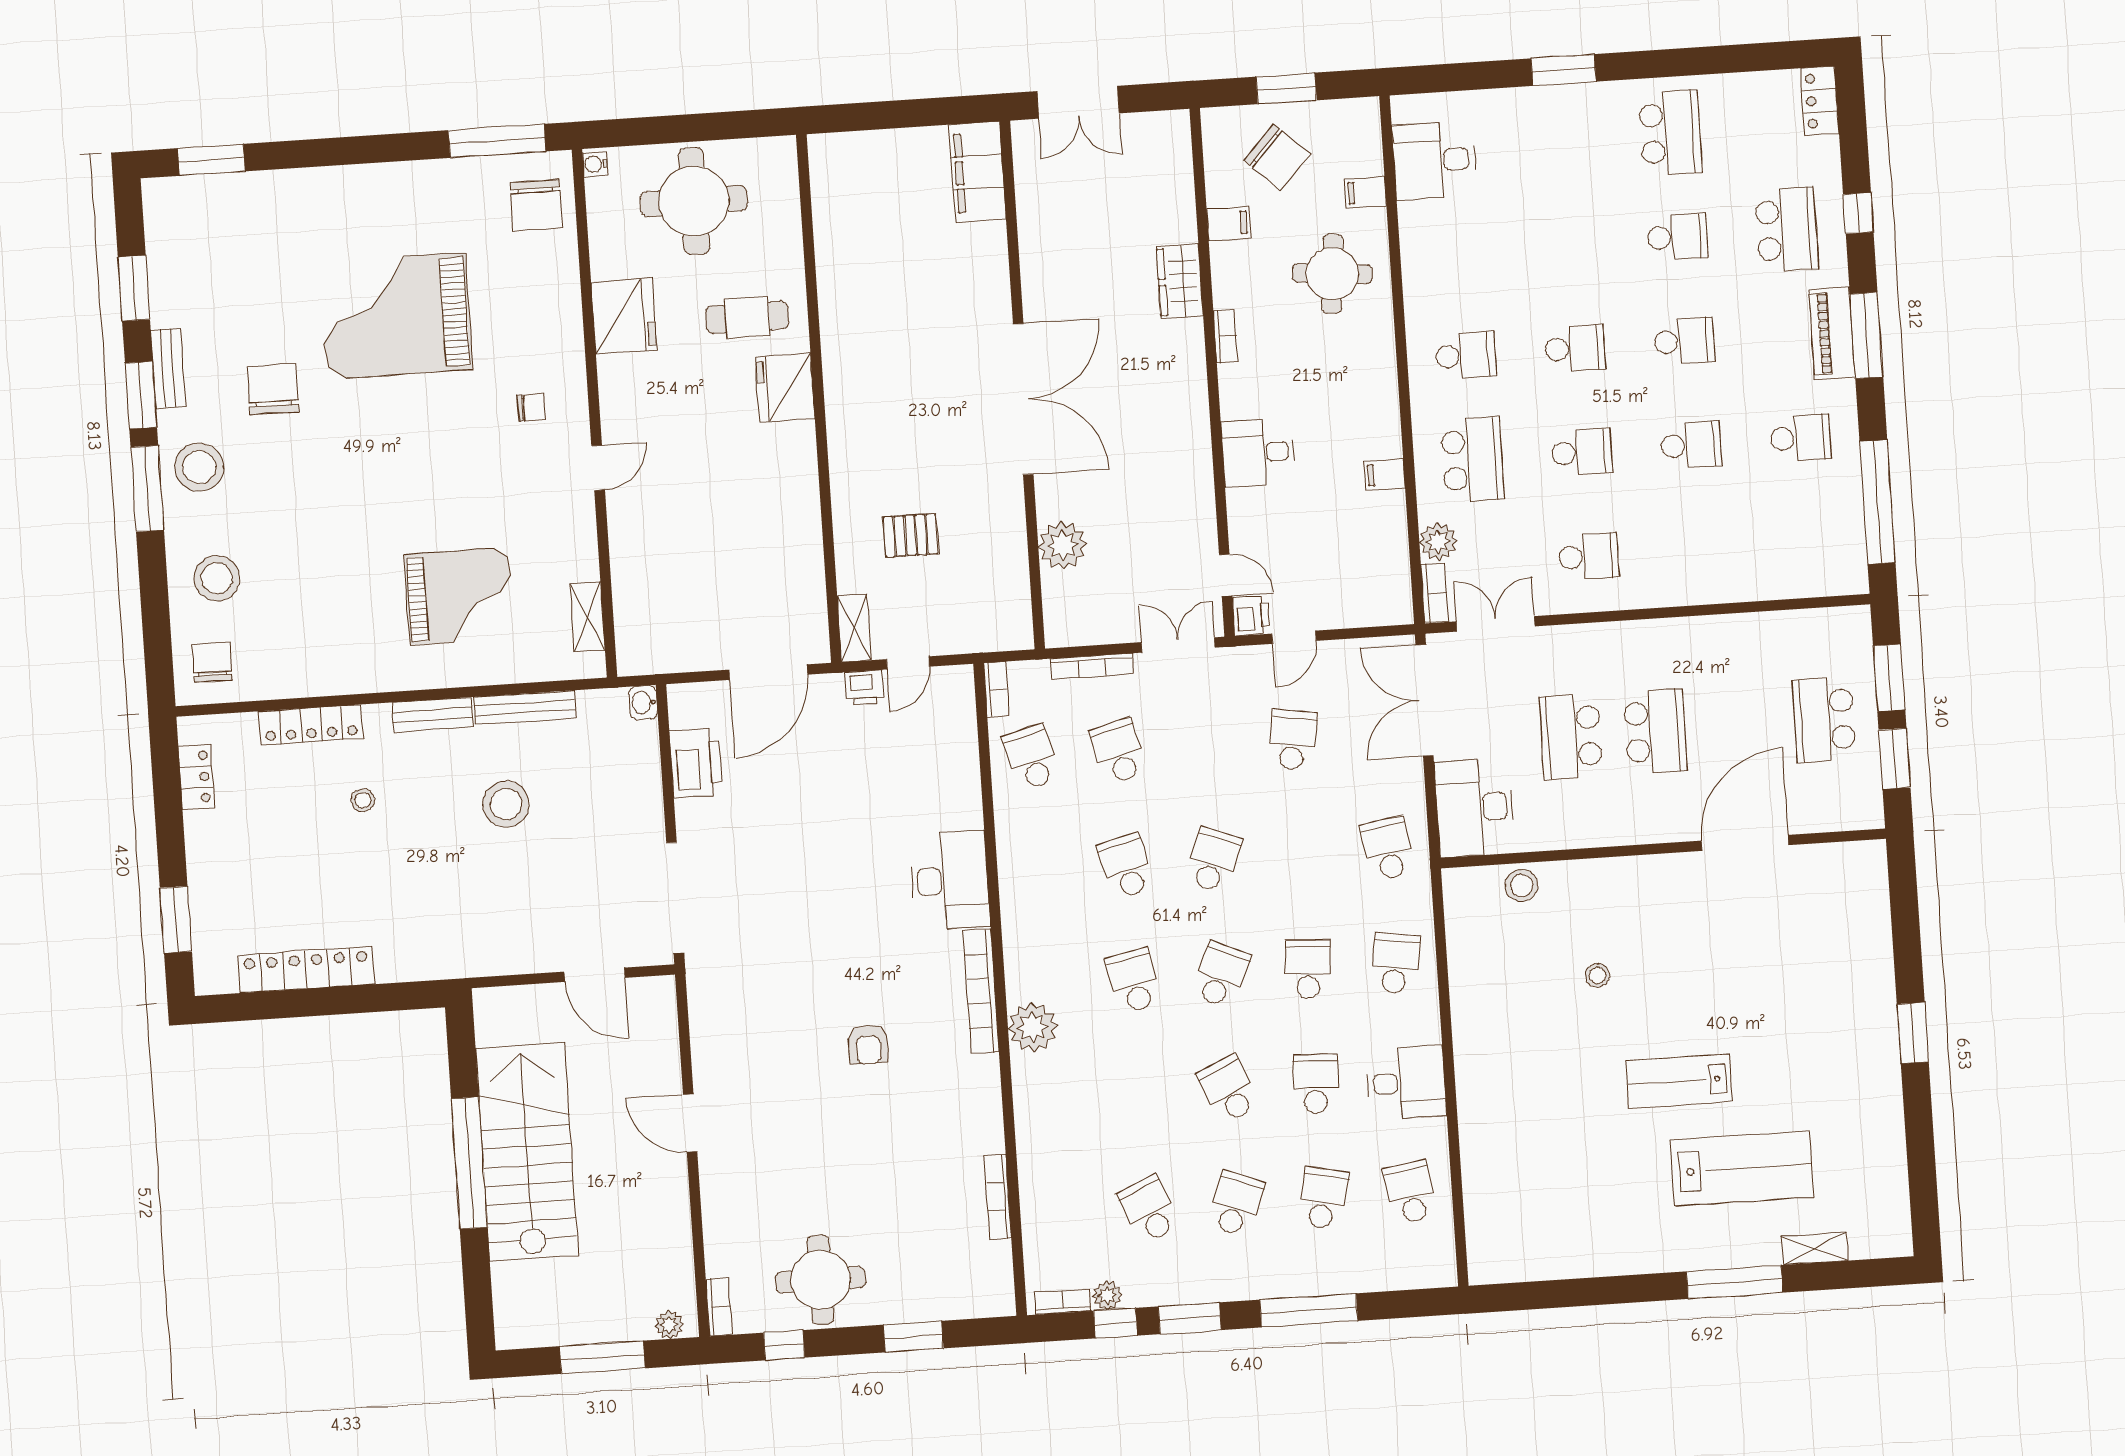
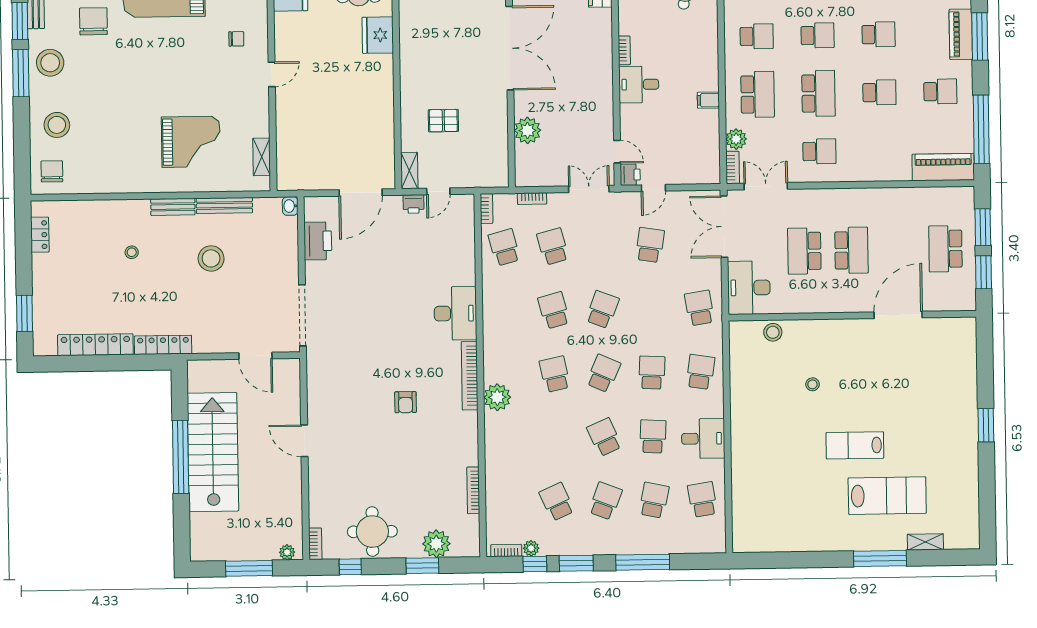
bookcase: (1225, 336) -> (624, 50), moved
school desk: (1582, 452) -> (818, 93), width x1.85
piano: (1813, 573) -> (943, 167), added
bookcase: (1092, 666) -> (532, 199), width x0.64
locker: (311, 725) -> (163, 345), moved, turned 180
plant: (936, 1296) -> (436, 544), added

